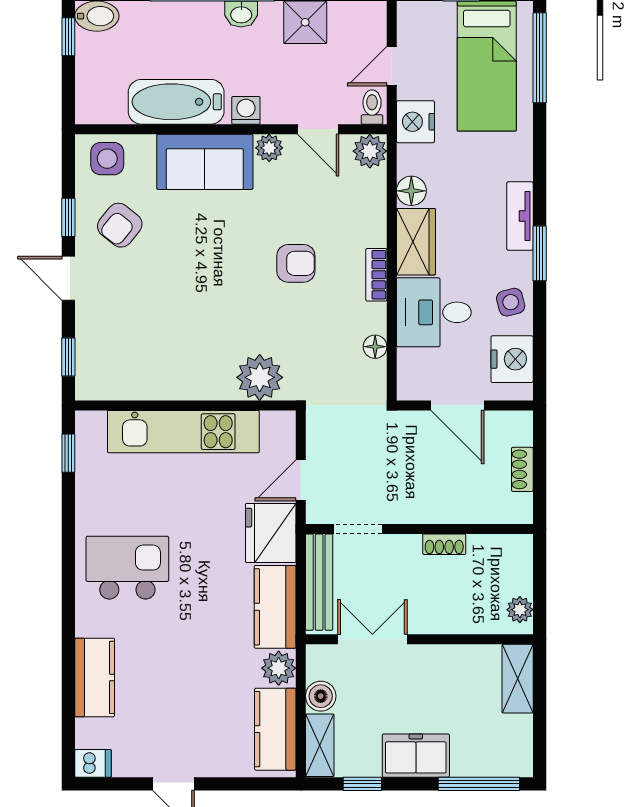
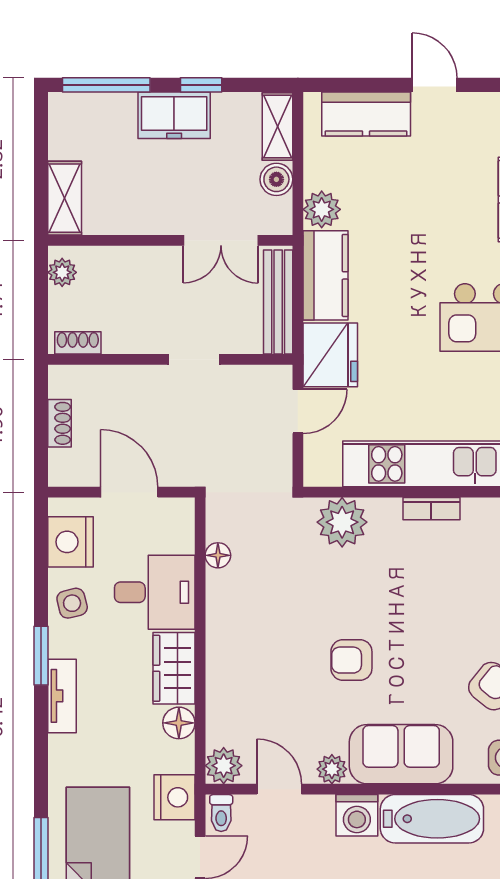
washing machine: (246, 110) -> (357, 815), width x1.38, depth x1.38
armchair: (296, 263) -> (351, 660), moved
bookcase: (376, 275) -> (431, 509), moved, turned 90
doorway: (358, 529) -> (194, 359), moved
shoe rack: (444, 544) -> (78, 343), moved
kitchen counter: (275, 729) -> (366, 114), moved, turned 90
window: (362, 784) -> (201, 85), moved

